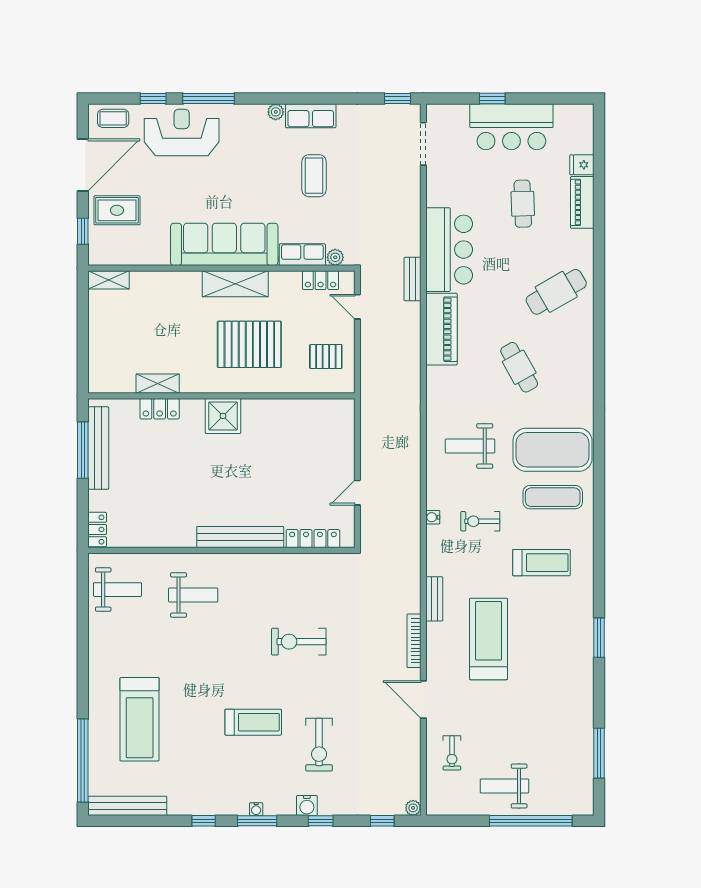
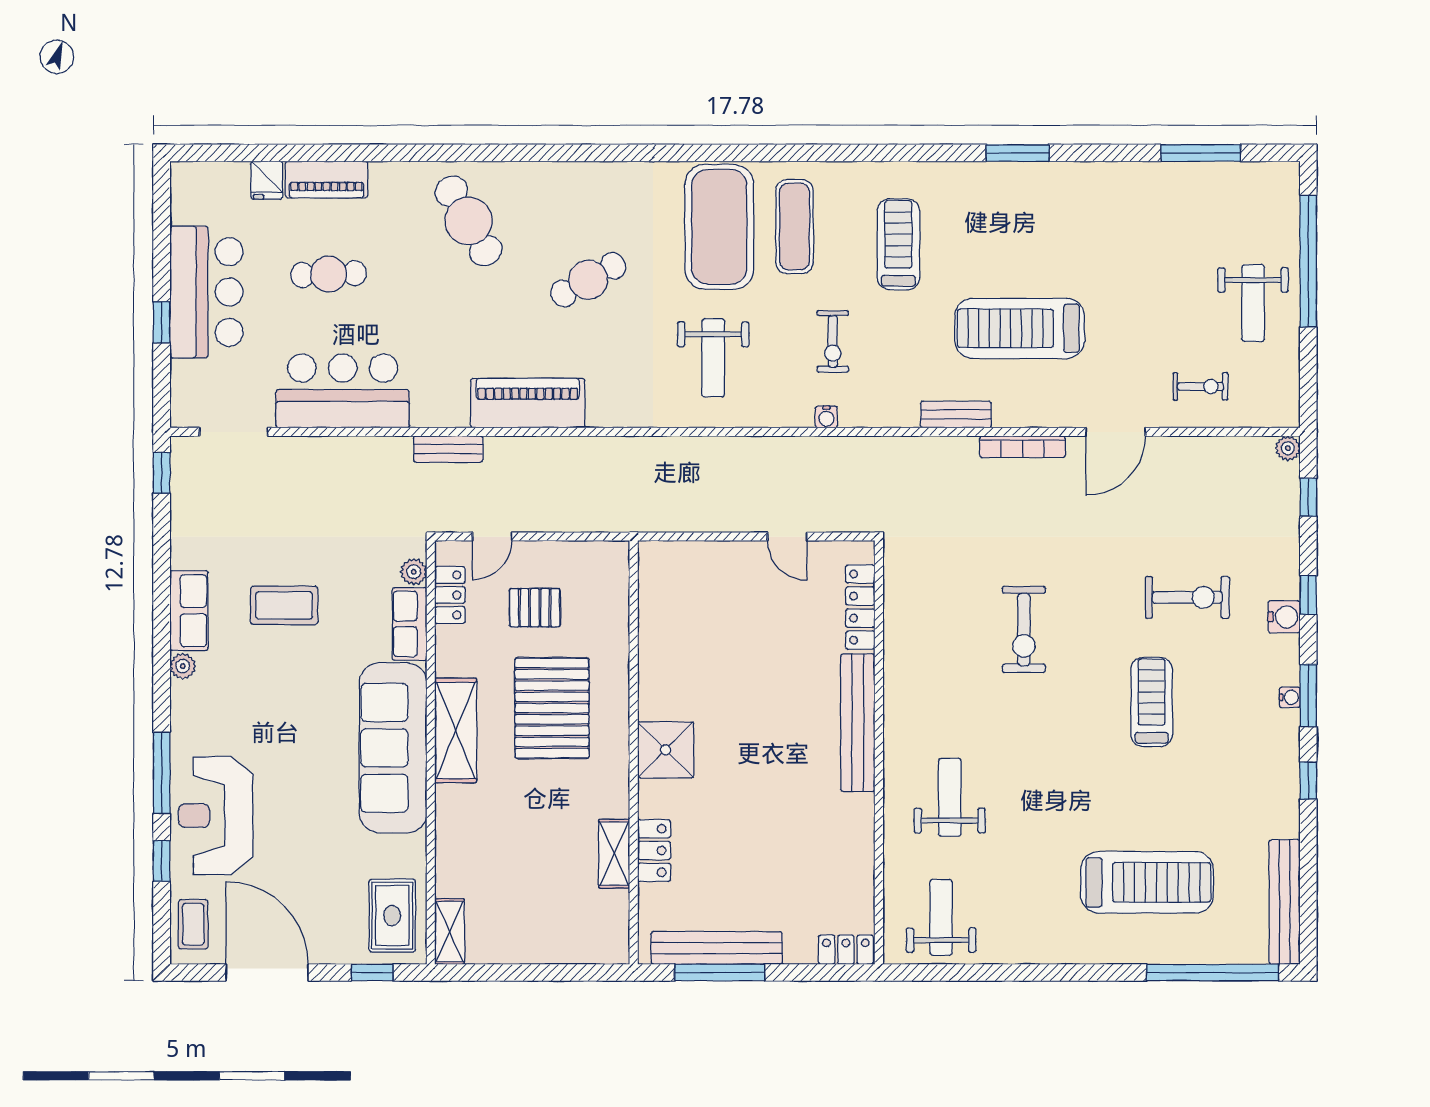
rug: (117, 210) -> (392, 916), moved
bar counter: (449, 250) -> (343, 391), moved
pallet: (326, 357) -> (535, 608), moved, turned 90

